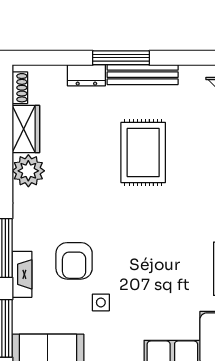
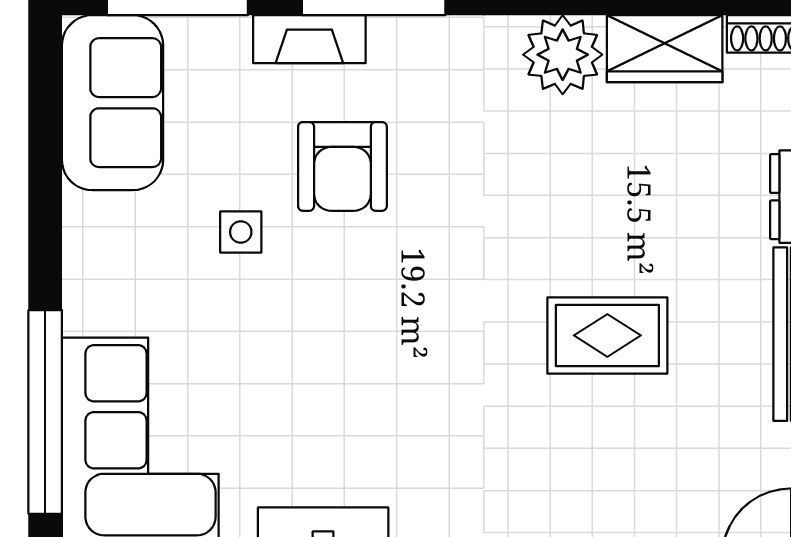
rug: (143, 152) -> (607, 335), width x0.73, depth x0.70
armchair: (74, 261) -> (342, 166), turned -90

